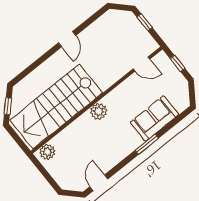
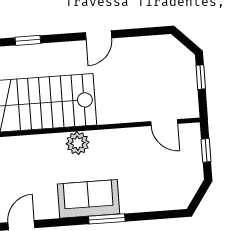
window: (27, 71) -> (28, 40), added
sofa: (154, 118) -> (89, 199), moved

